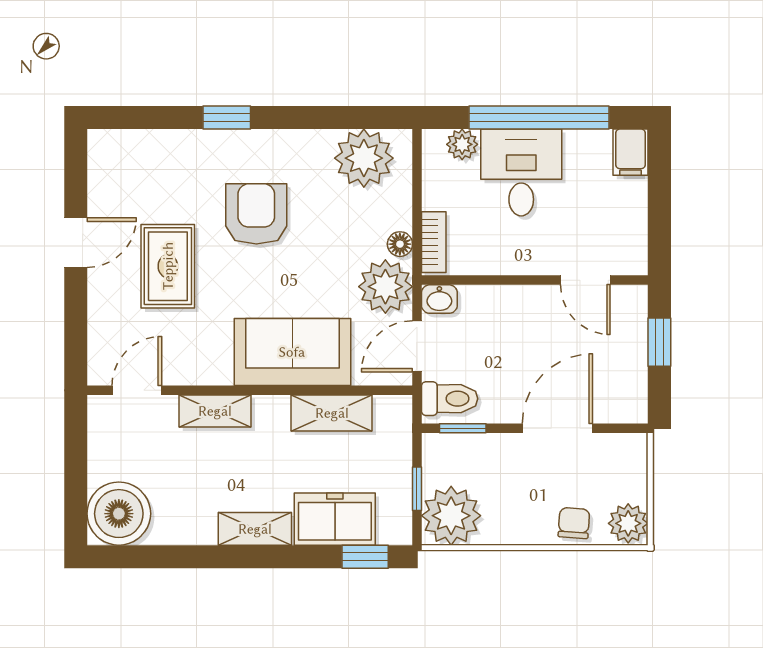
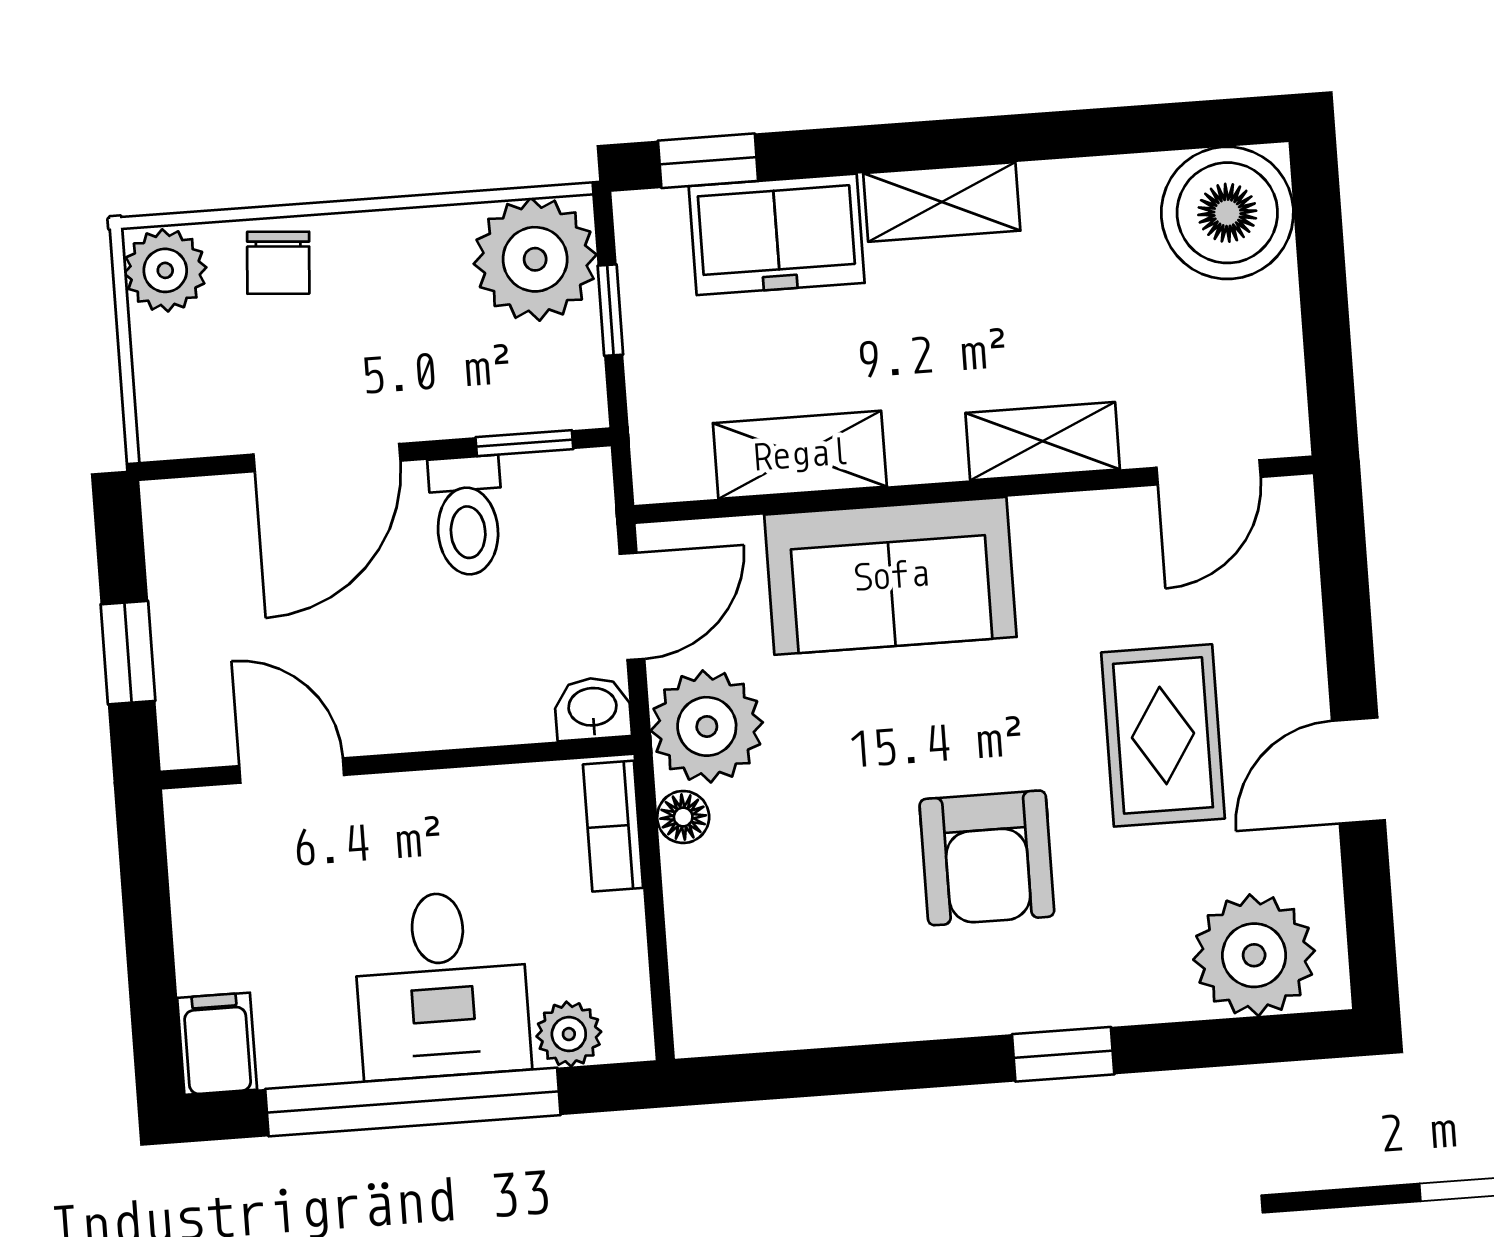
plant: (364, 158) -> (1254, 955), moved
toilet: (450, 399) -> (467, 516), moved, turned -90

